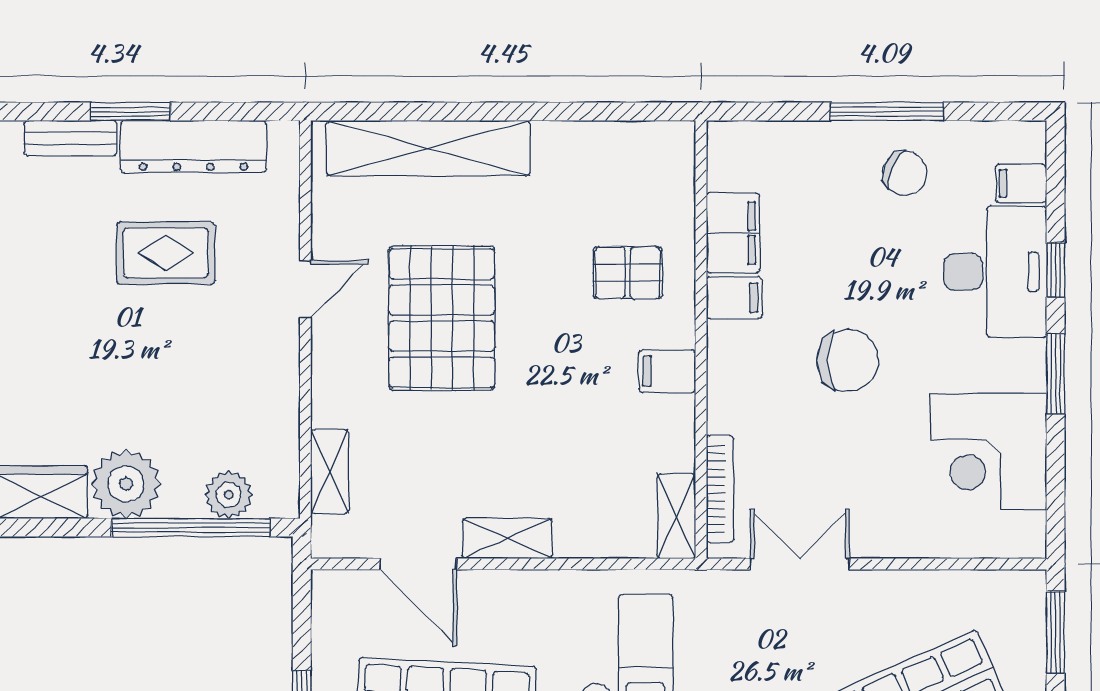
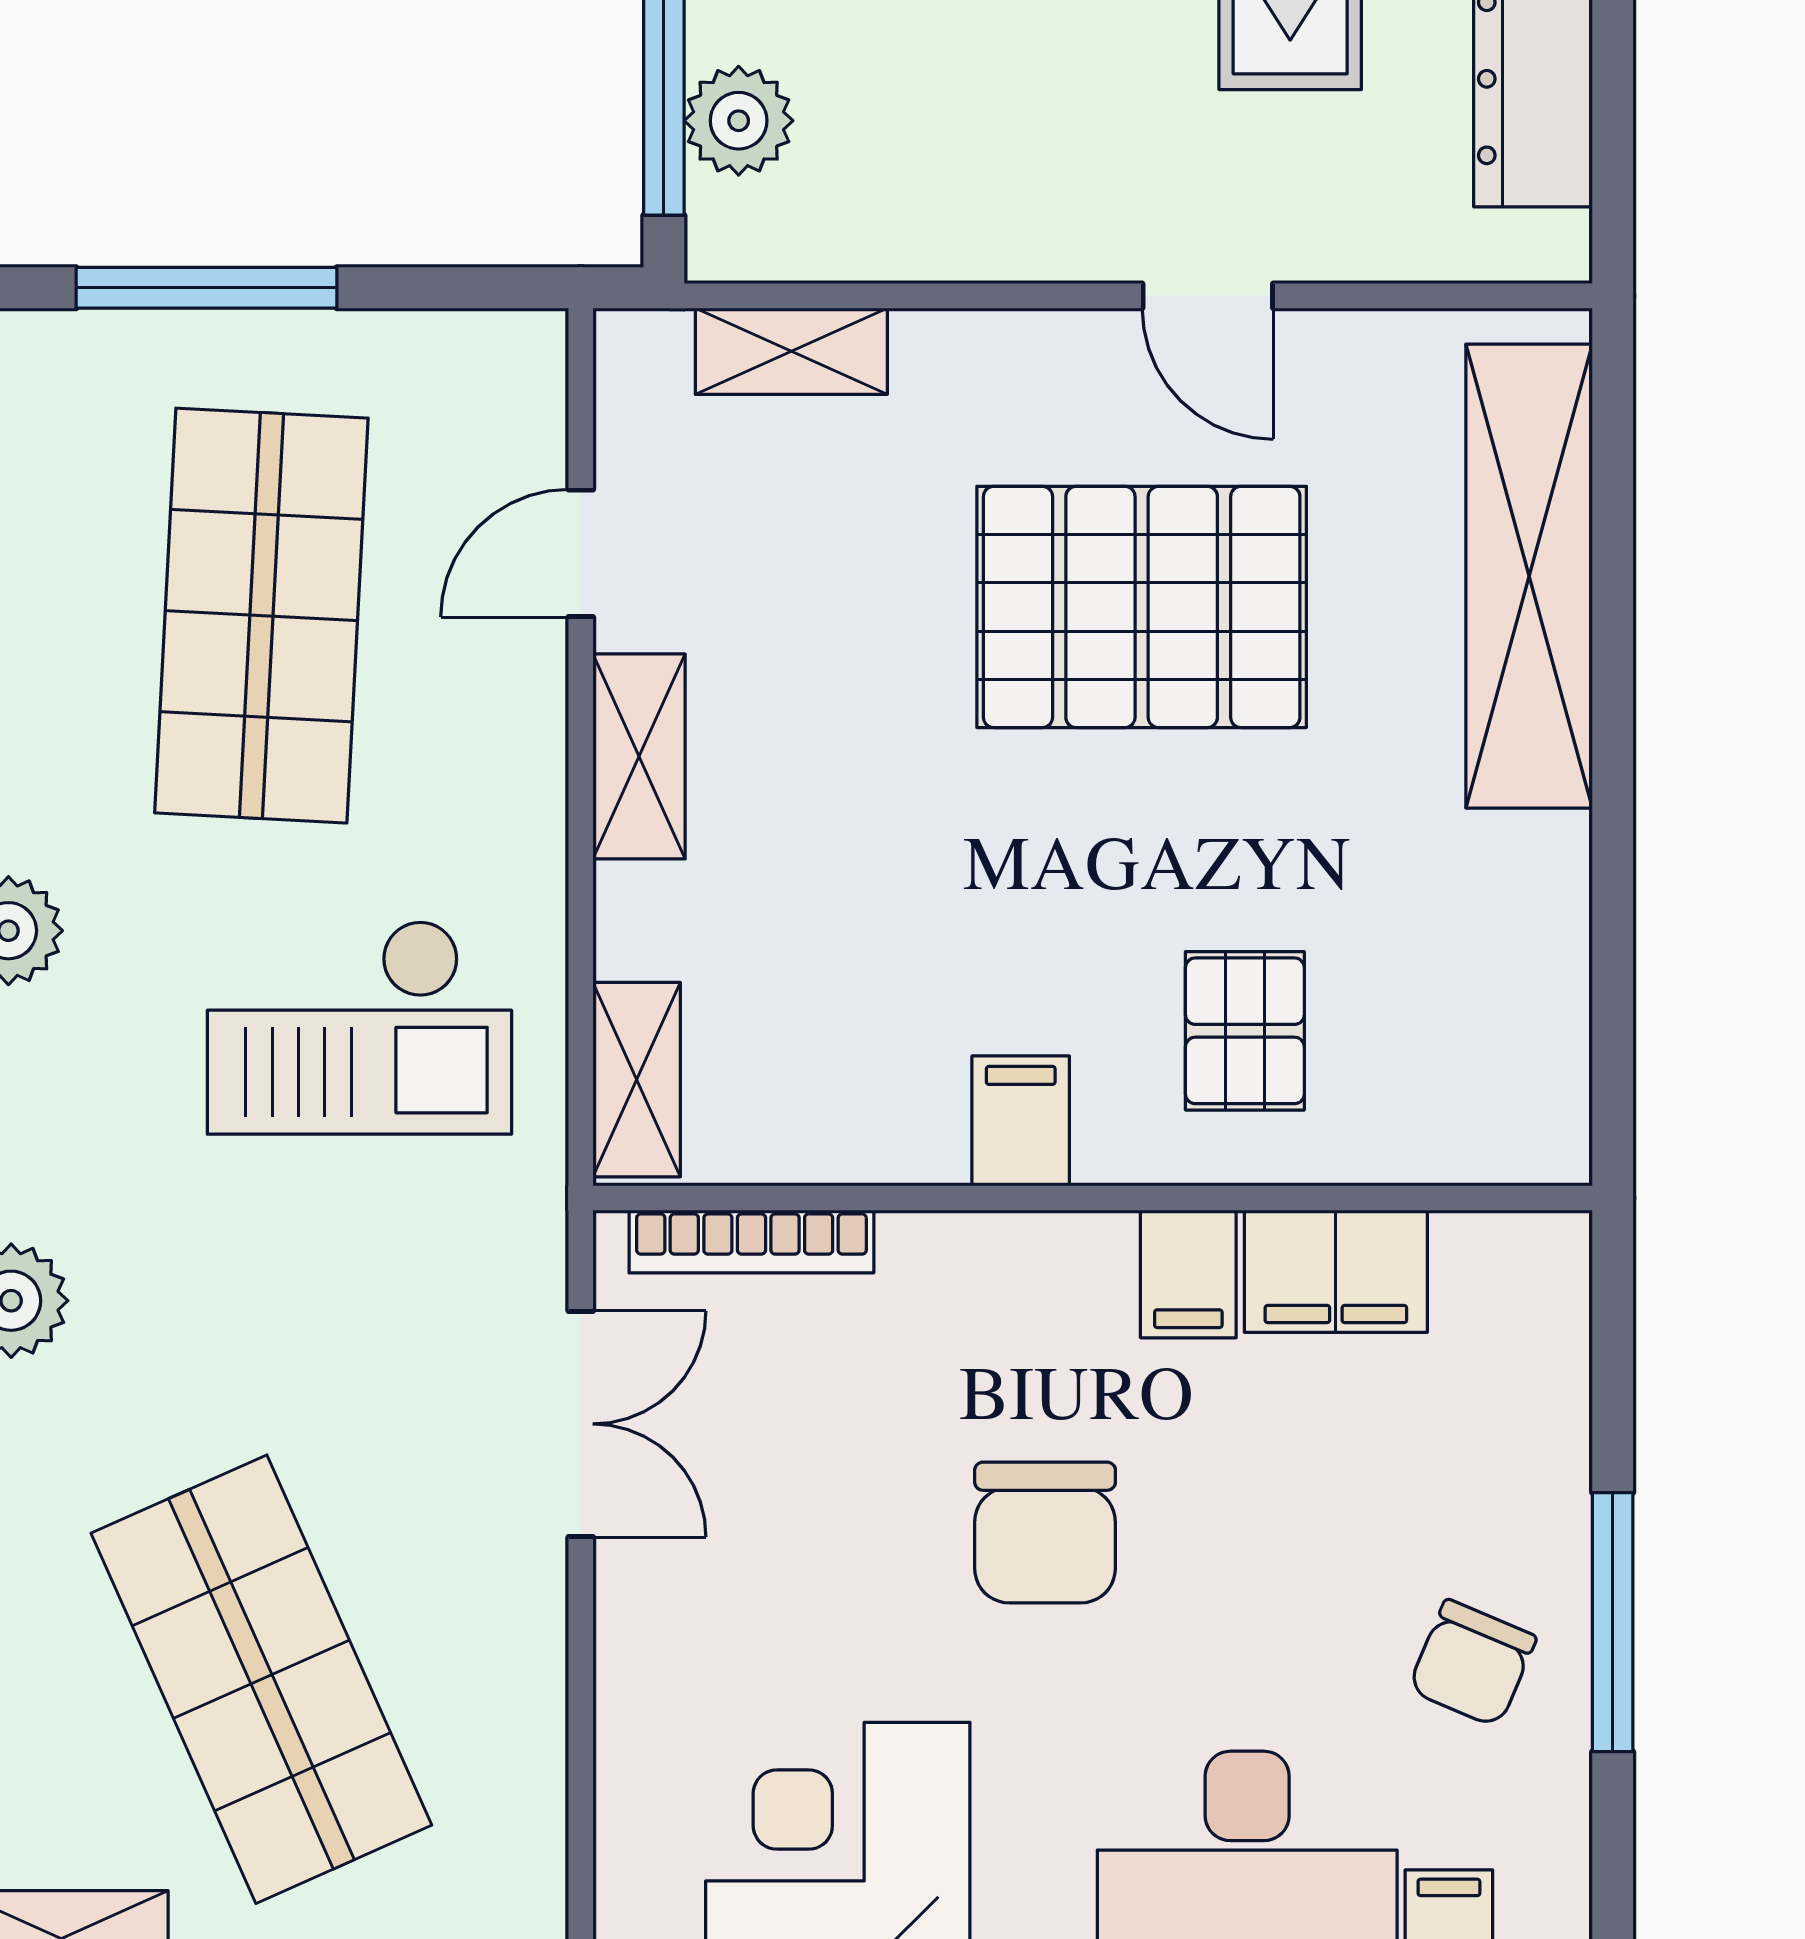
shelving: (676, 516) -> (637, 1080), moved, turned 90
door: (418, 564) -> (581, 553), width x0.73

